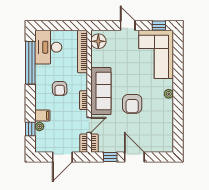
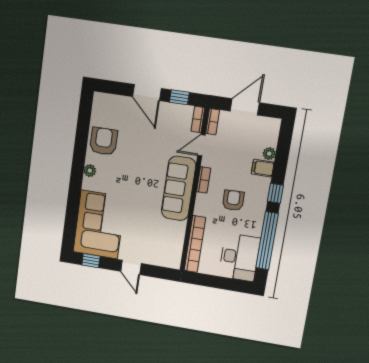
floor lamp: (98, 41) -> (172, 254), removed
armchair: (132, 104) -> (104, 141), moved
window: (30, 129) -> (275, 193), moved

